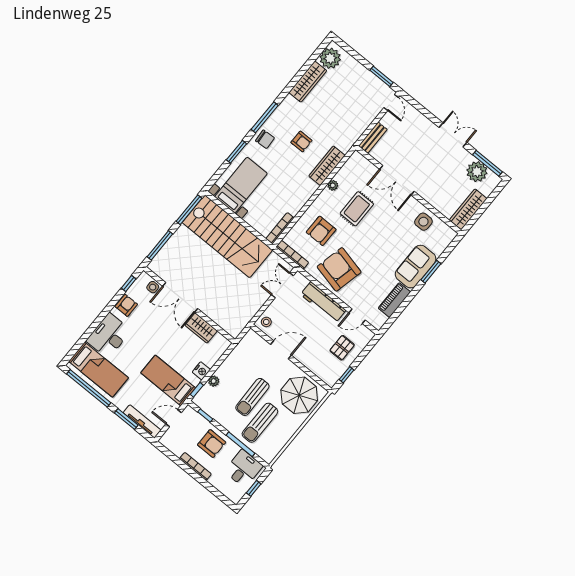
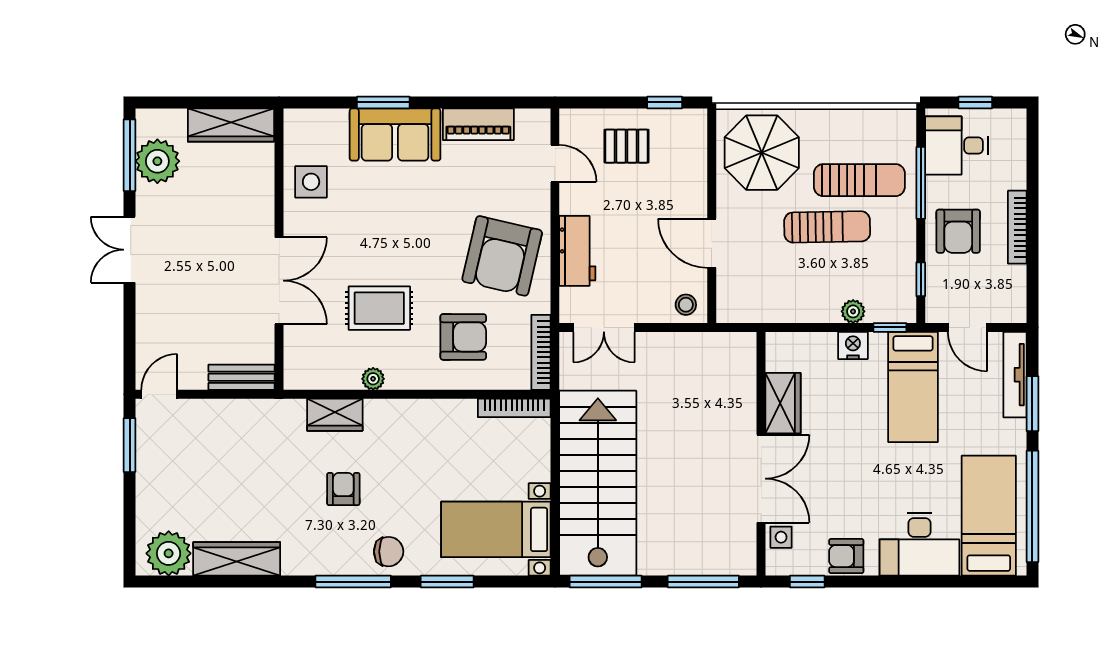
chair: (265, 139) -> (389, 552), turned 94
wardrobe: (327, 166) -> (335, 415), width x0.67
workbench: (323, 302) -> (577, 251), width x0.73
armchair: (212, 444) -> (958, 231), turned 180

